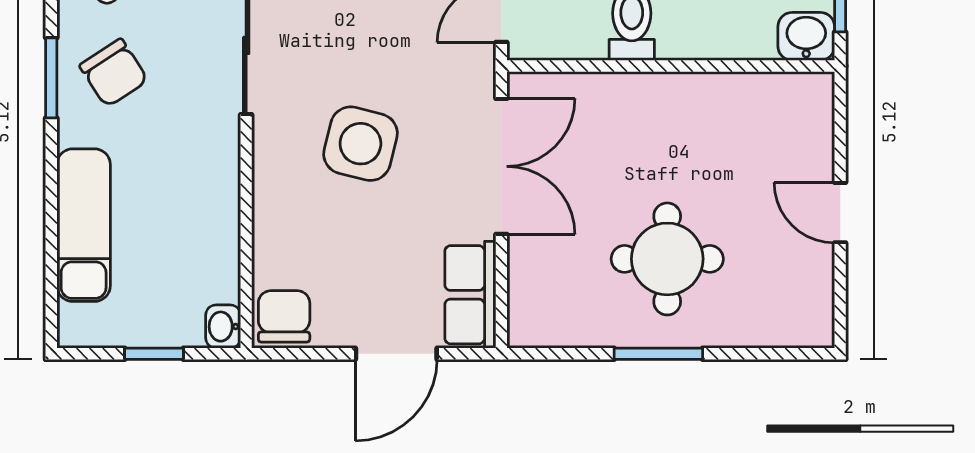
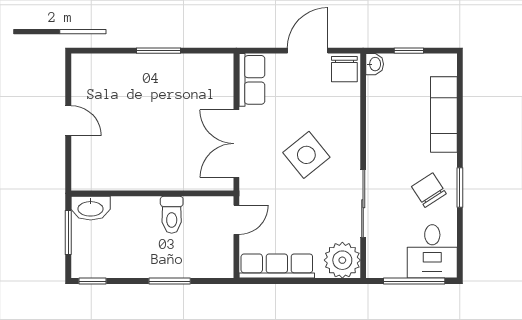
washbasin: (806, 36) -> (91, 208), width x1.38
side table: (360, 144) -> (306, 155), turned 37
round table: (667, 259) -> (154, 98), removed
door: (396, 354) -> (308, 51), moved

